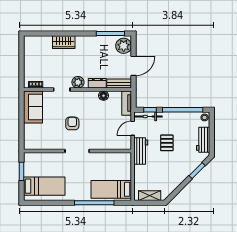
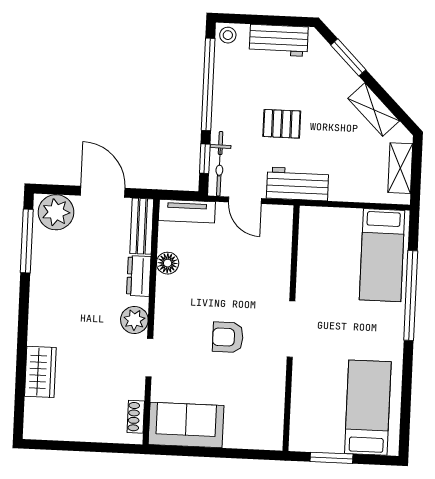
wardrobe: (64, 42) -> (40, 372), moved
shelving: (175, 183) -> (374, 110), added

